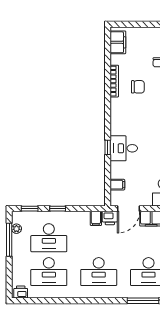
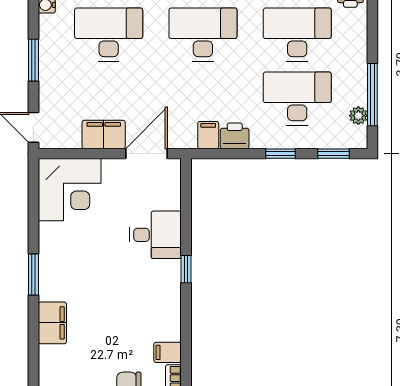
desk: (124, 148) -> (155, 235), moved
filing cabinet: (117, 185) -> (168, 352), moved
printer: (110, 218) -> (235, 136), moved

